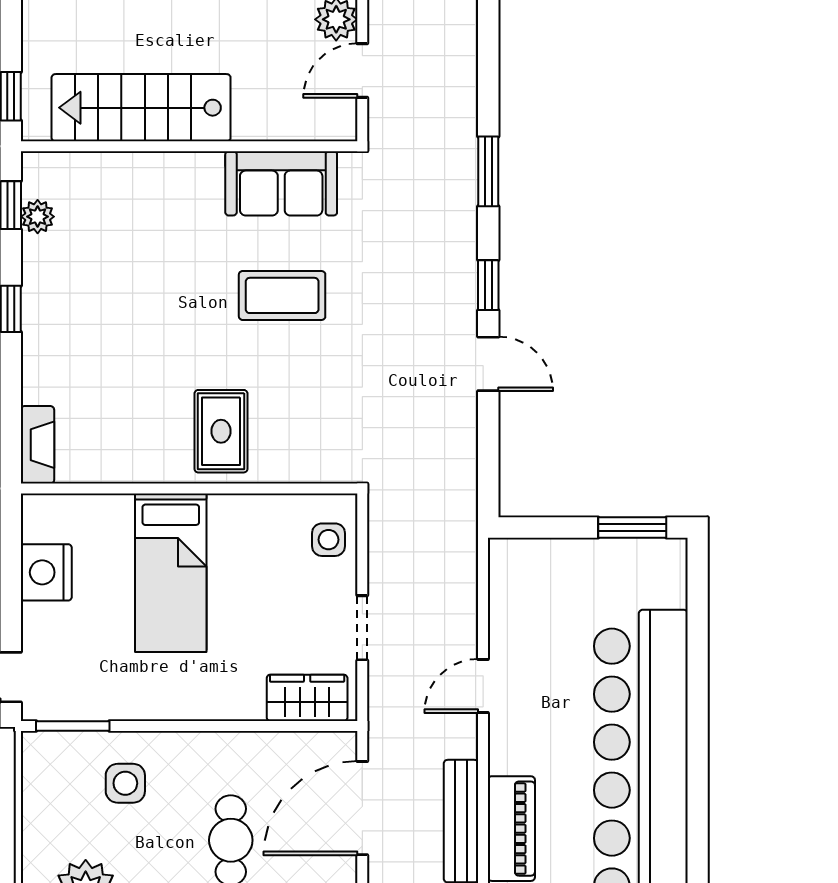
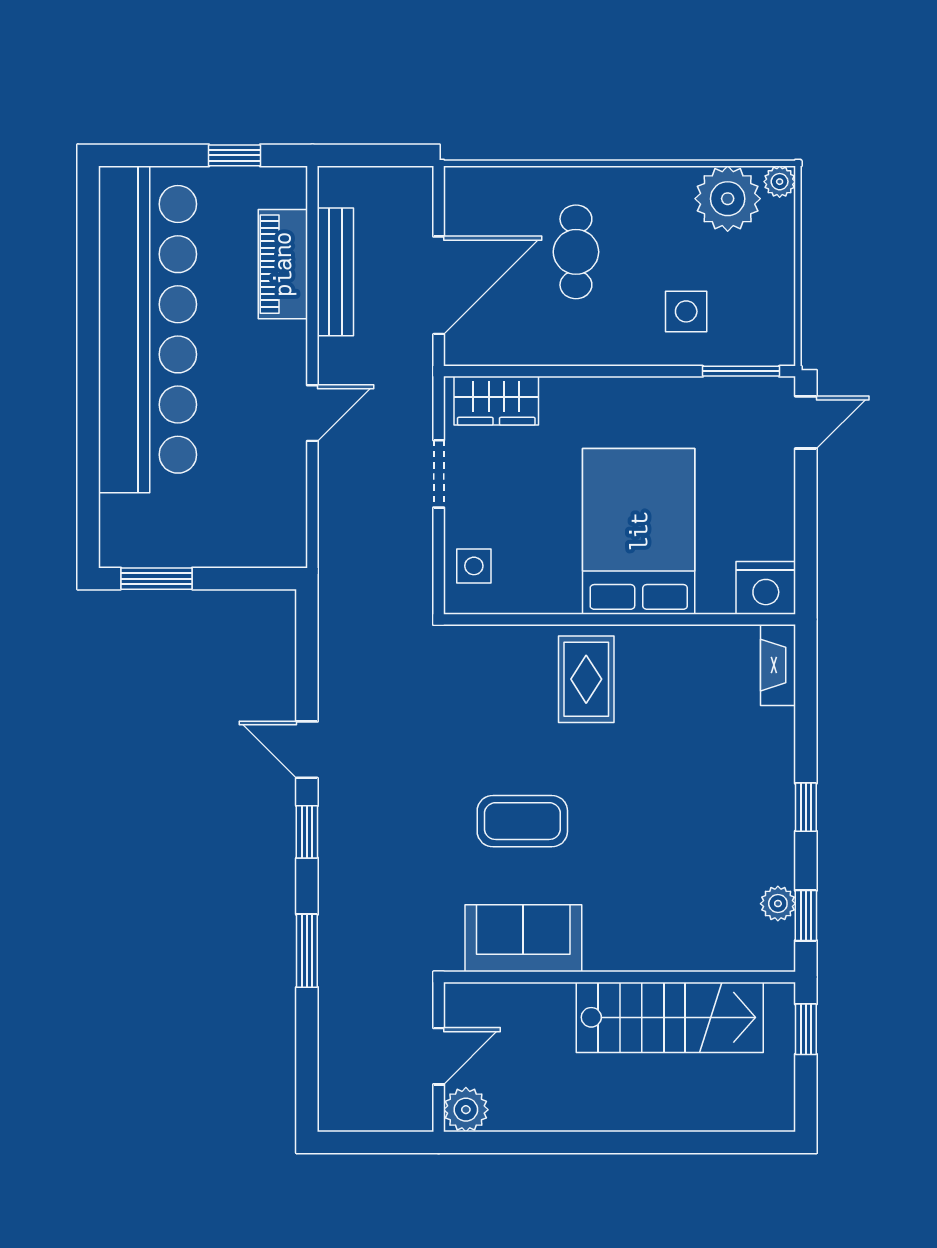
nightstand: (46, 572) -> (766, 588), moved, turned 90
bed: (171, 573) -> (639, 531), width x1.50

